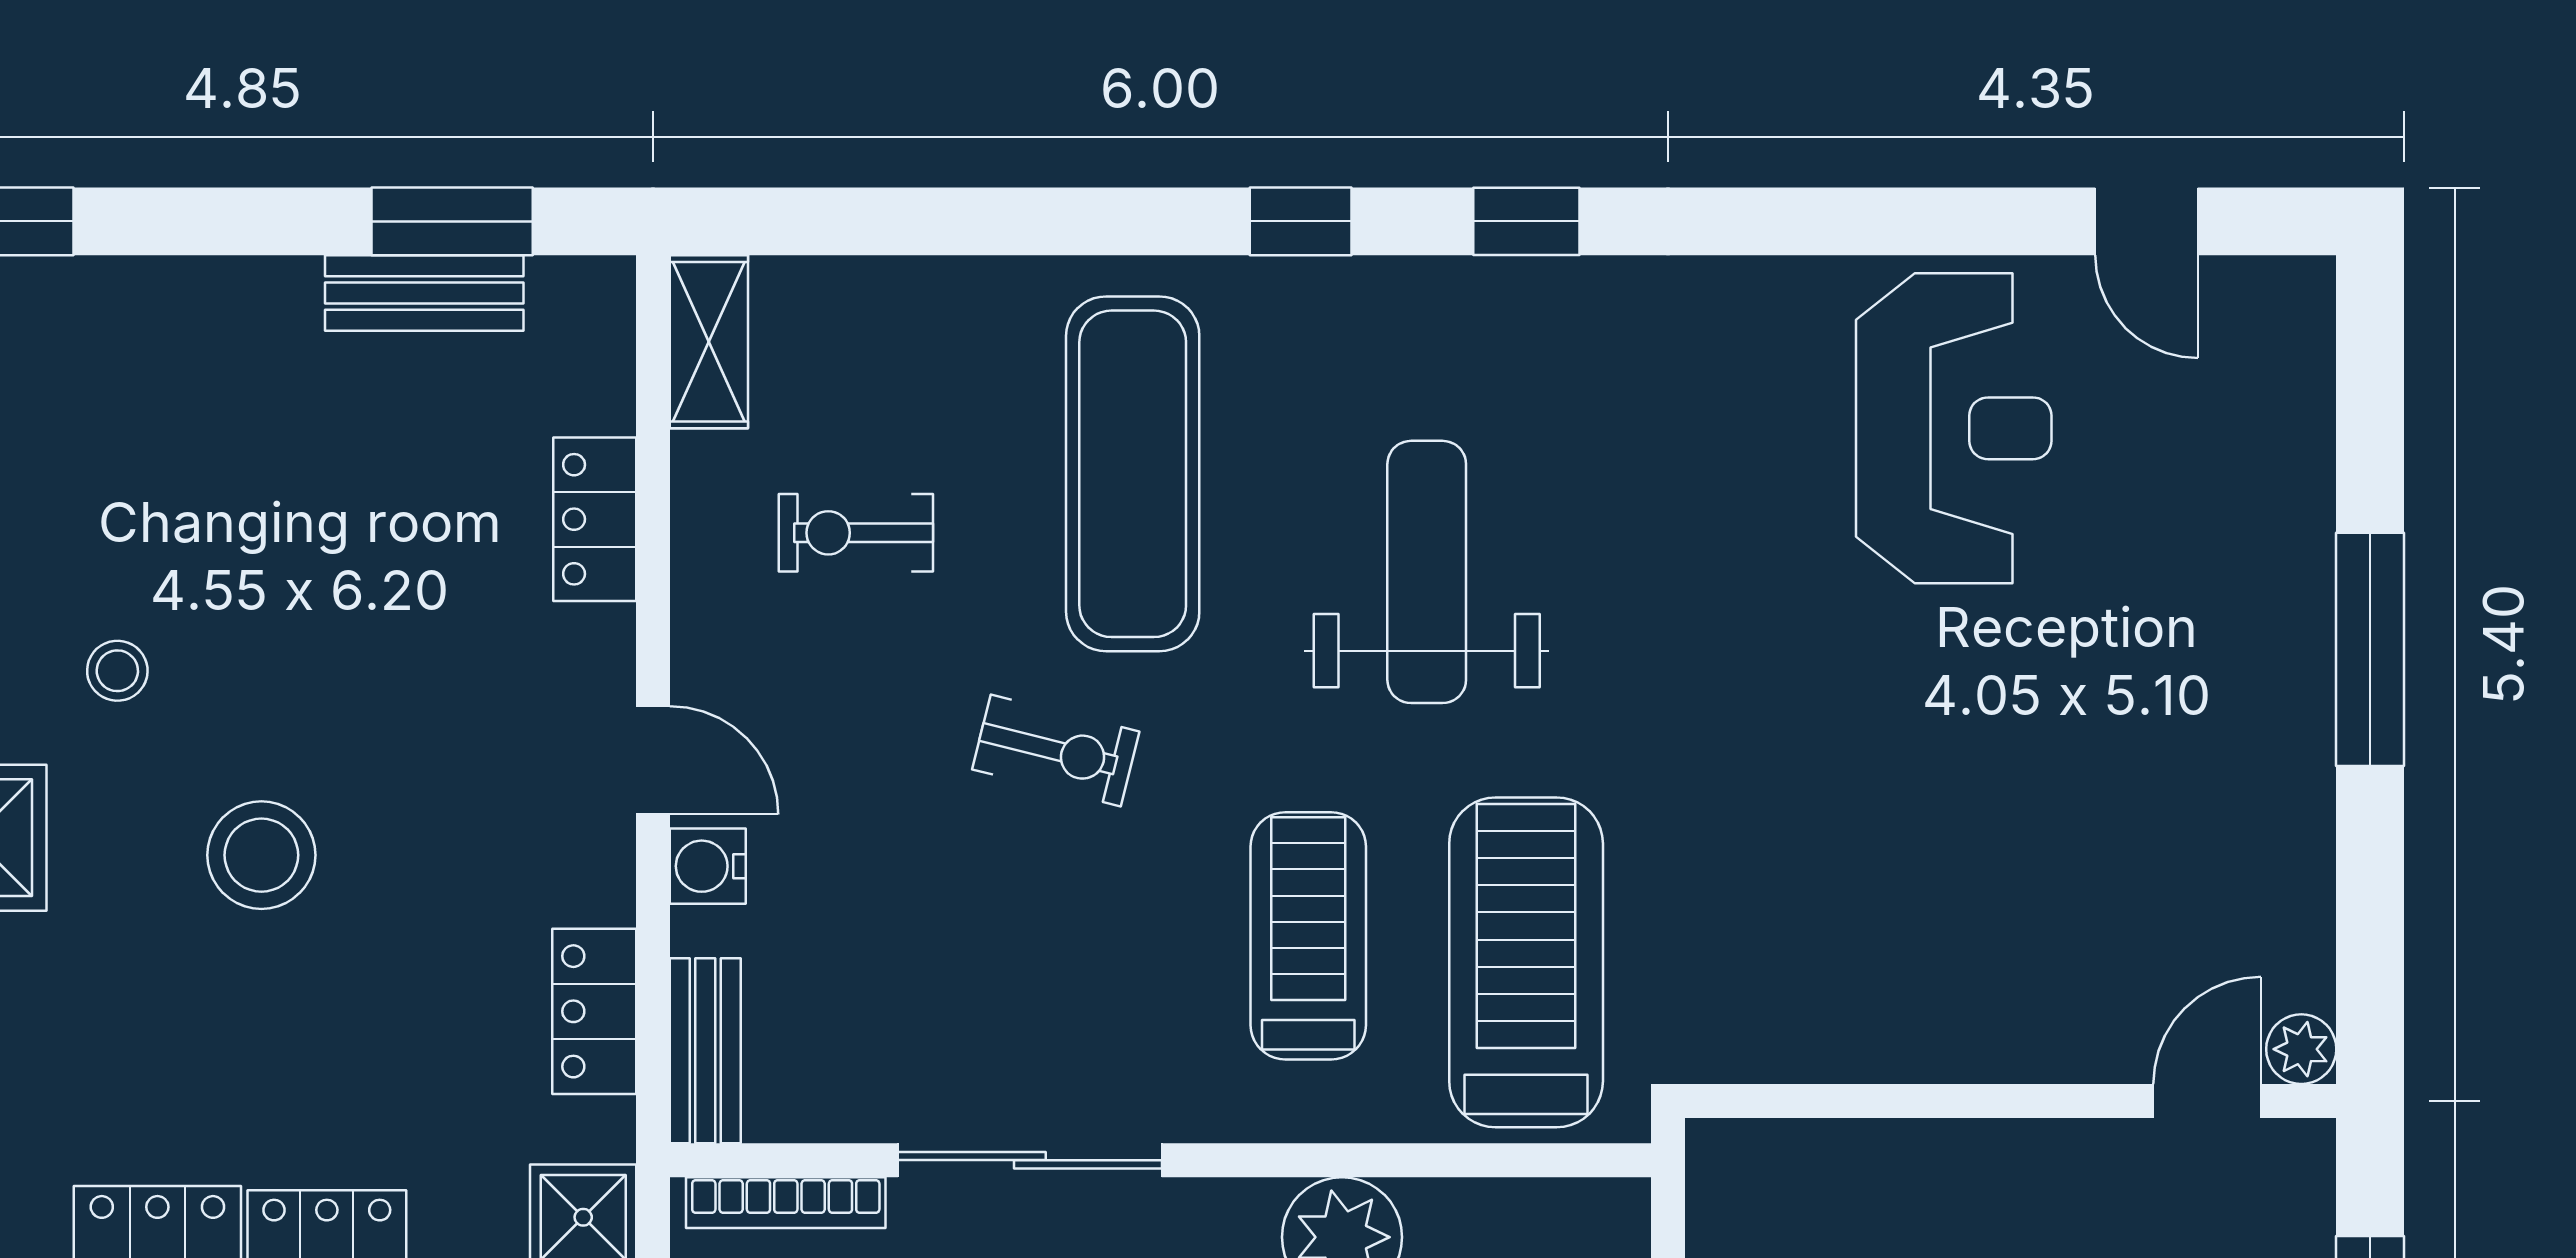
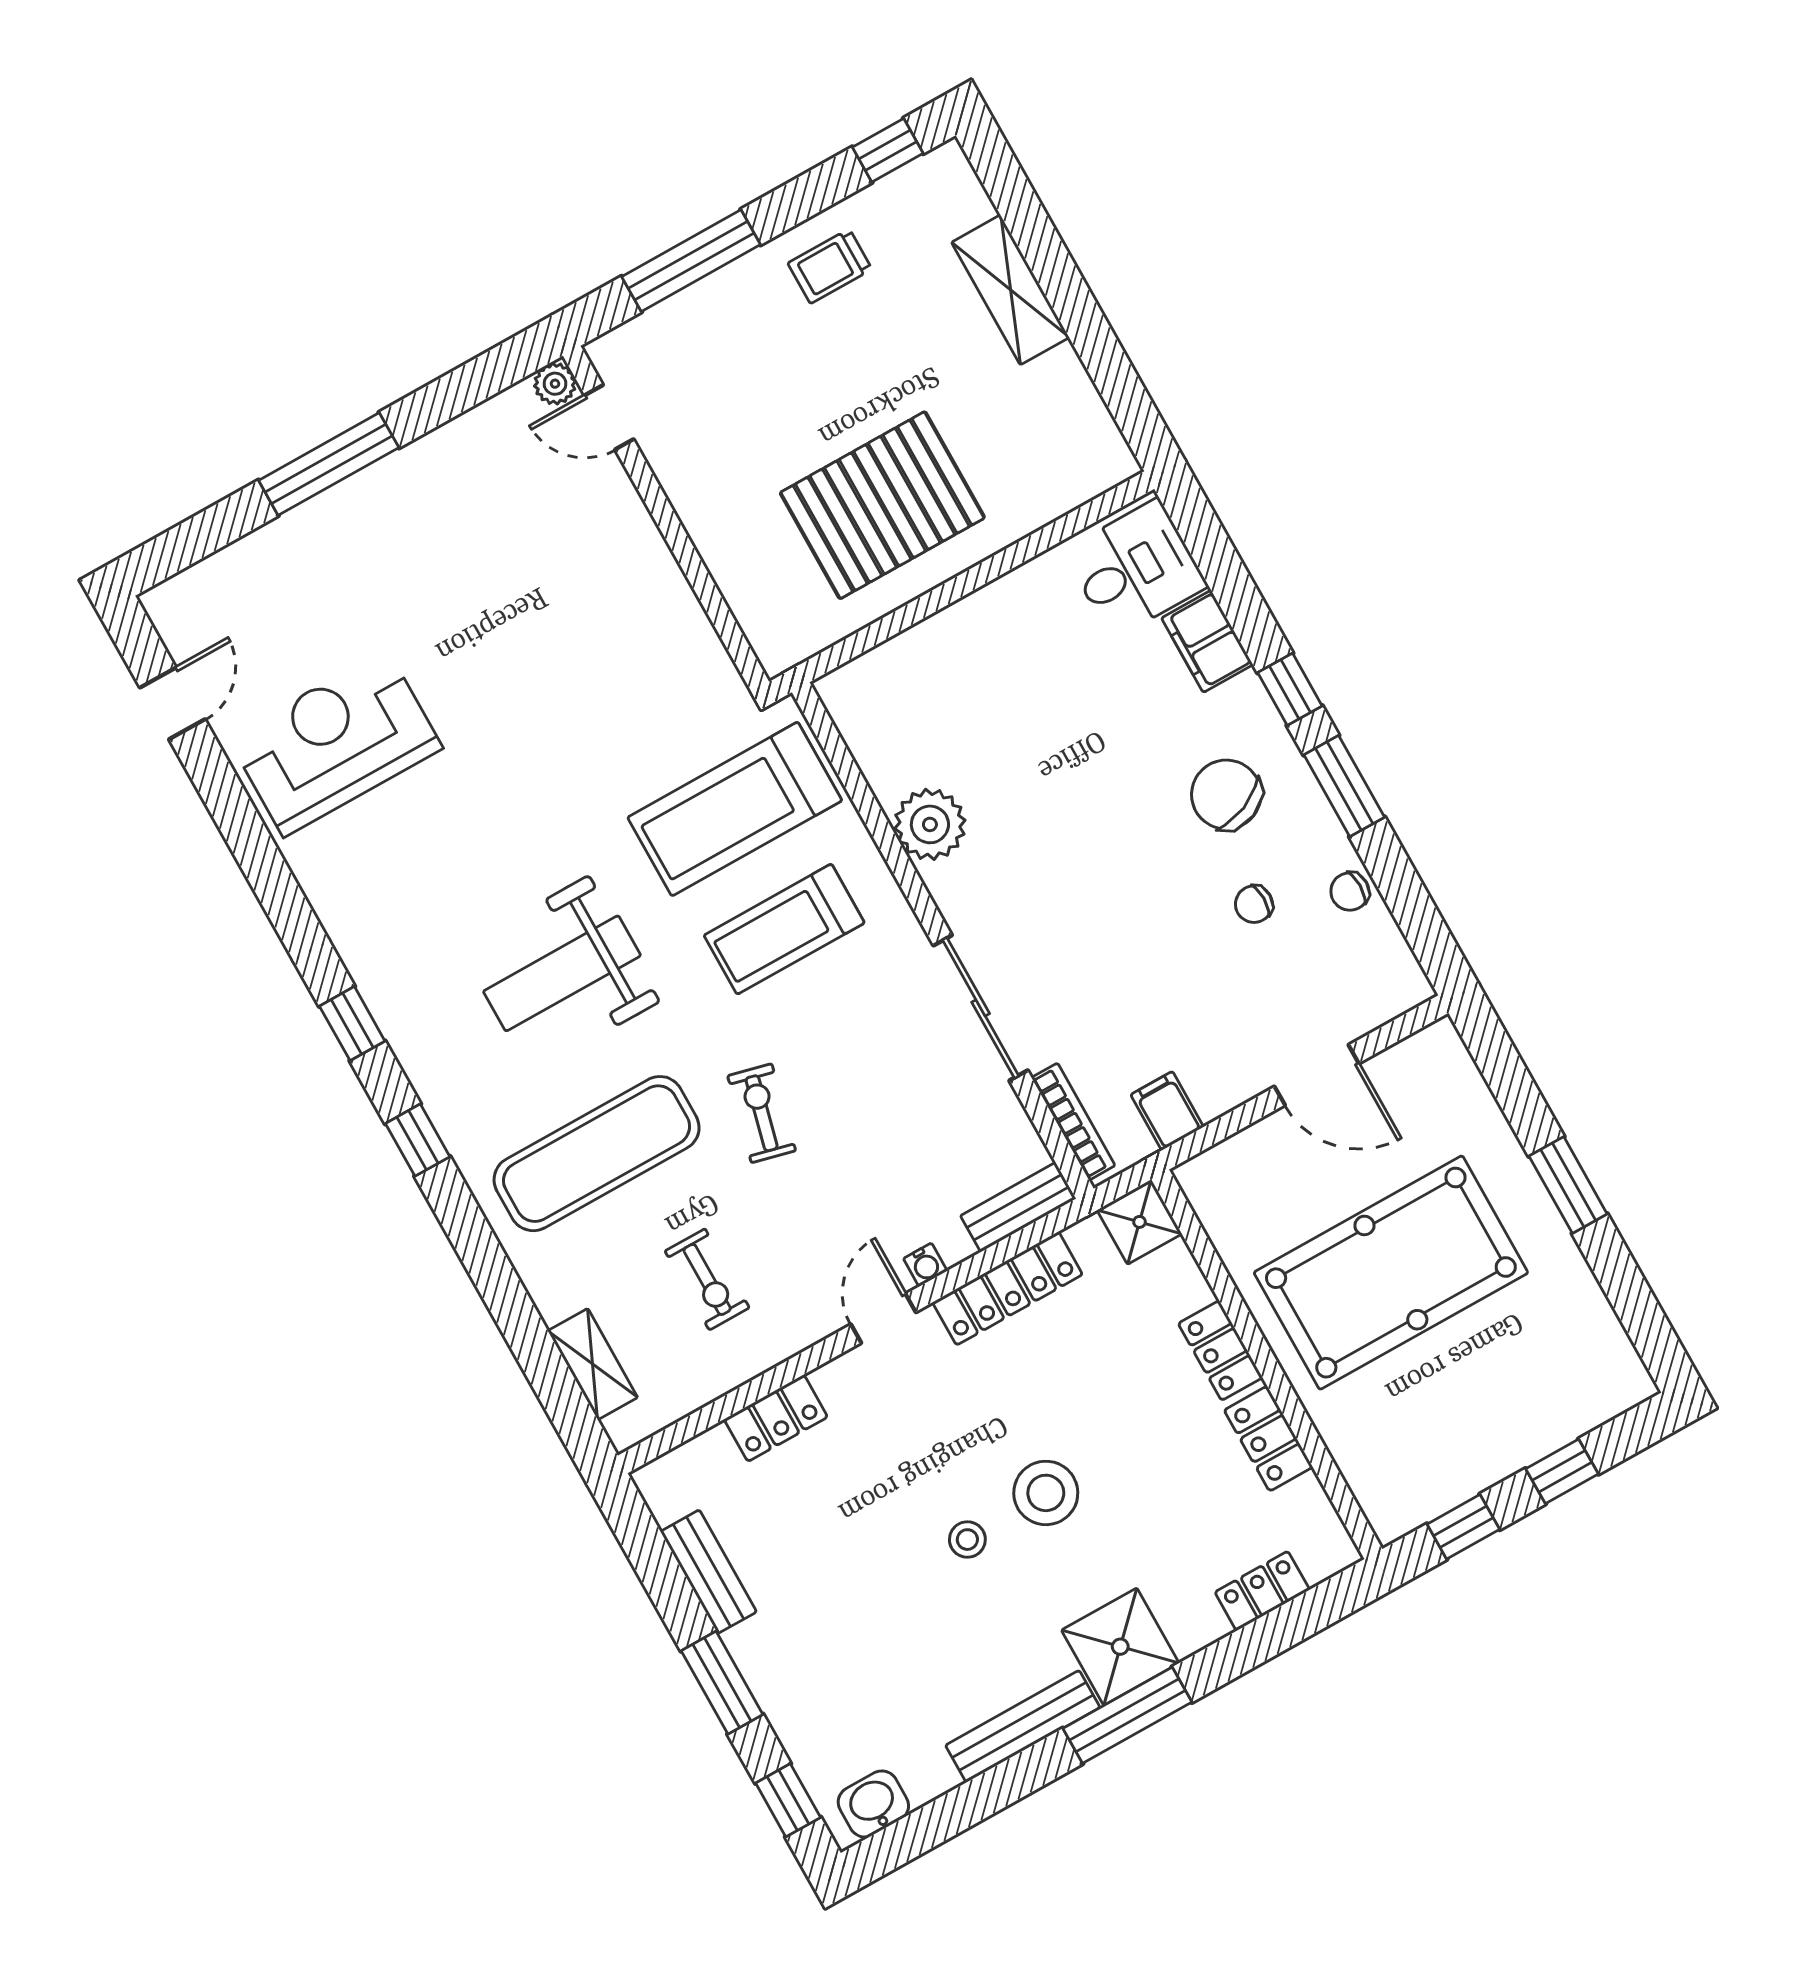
window: (452, 221) -> (722, 1683), moved
shelving: (709, 342) -> (593, 1364), moved, turned 90
stool: (117, 671) -> (967, 1540), moved
water cooler: (708, 866) -> (925, 1265), width x0.72, depth x0.72
locker: (594, 1011) -> (1007, 1288), width x1.53

